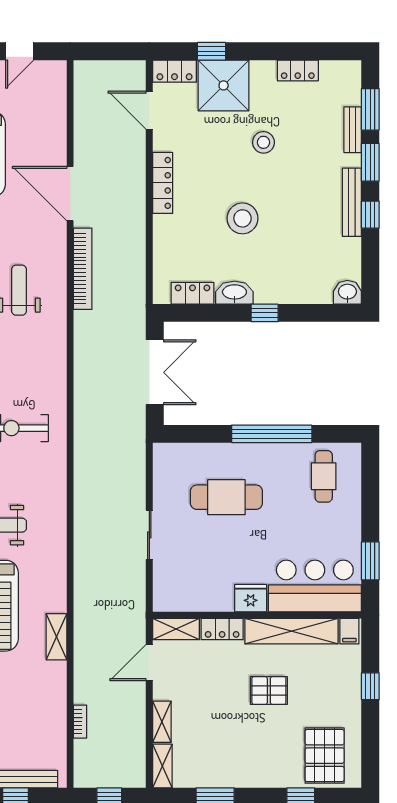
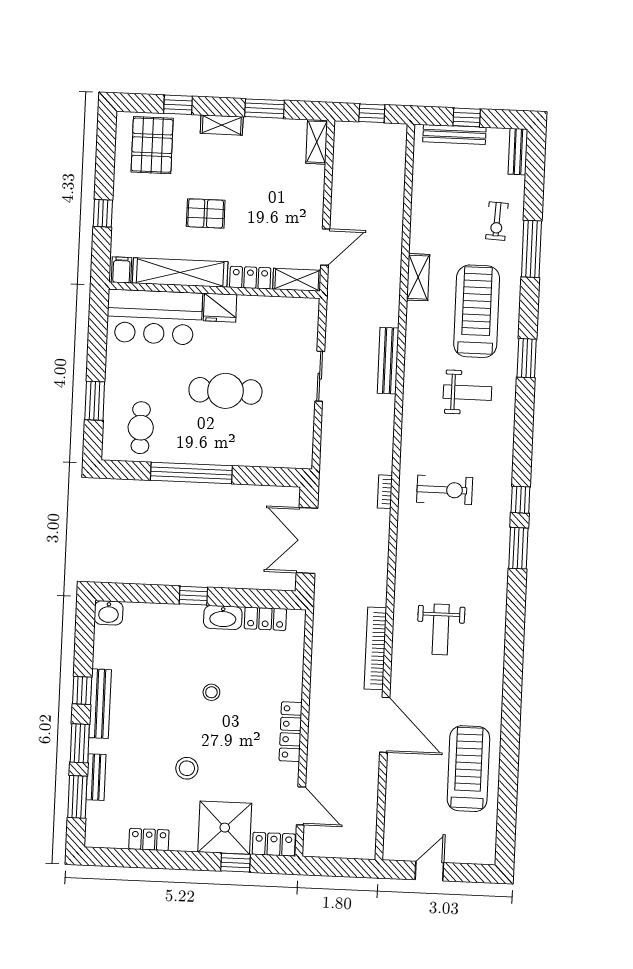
stool: (242, 218) -> (211, 692), width x0.53, depth x0.53
cafe table: (226, 497) -> (225, 391), moved
bench: (83, 553) -> (388, 361), added
window: (370, 561) -> (95, 401), moved
bookcase: (80, 722) -> (385, 492), moved
shelving: (162, 722) -> (222, 125), moved, turned 90

